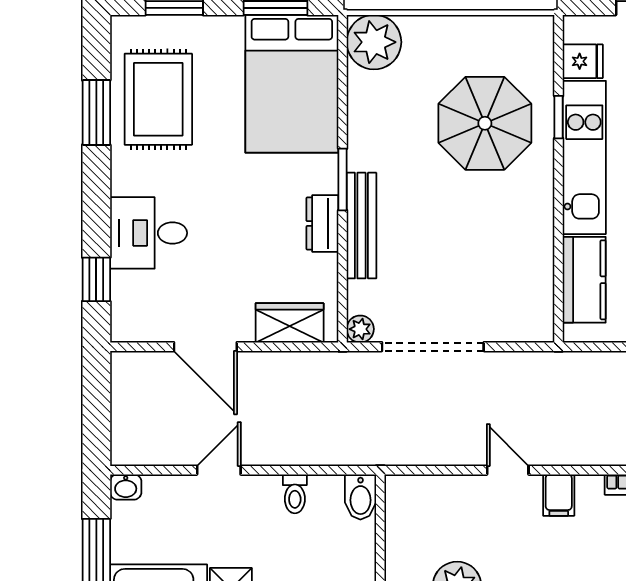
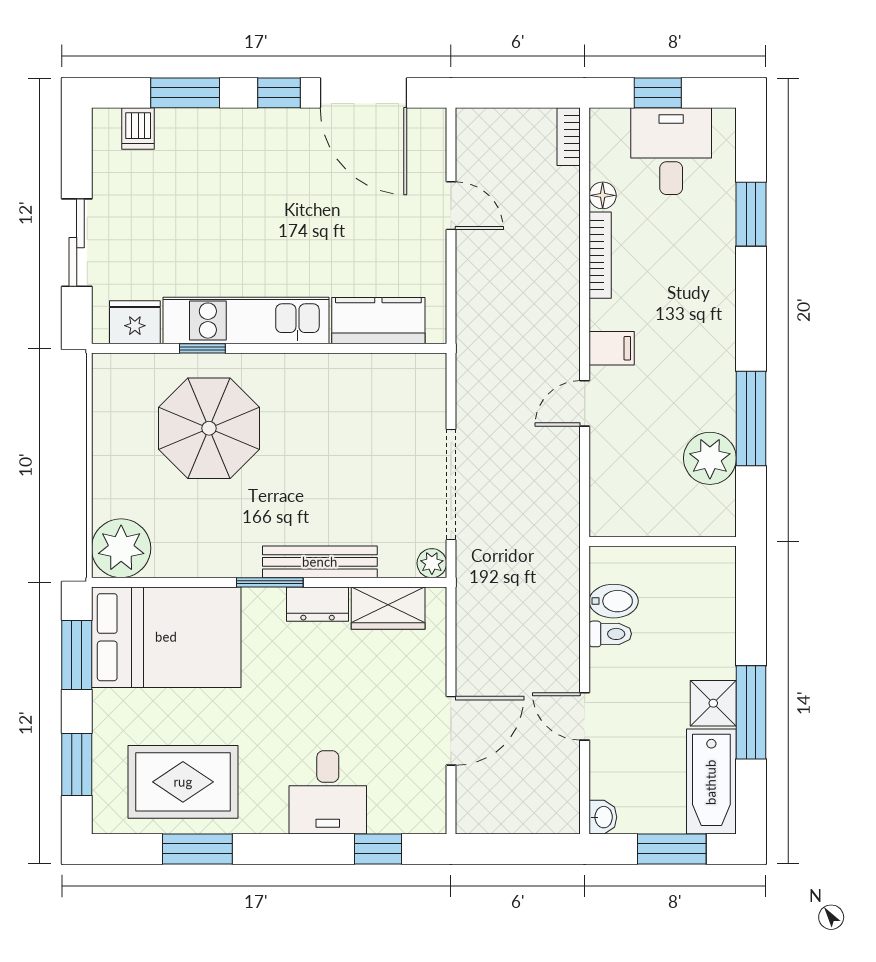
fridge: (583, 61) -> (135, 322), width x1.38
wardrobe: (290, 323) -> (388, 608), moved, turned -90
bidet: (360, 497) -> (614, 601), moved

